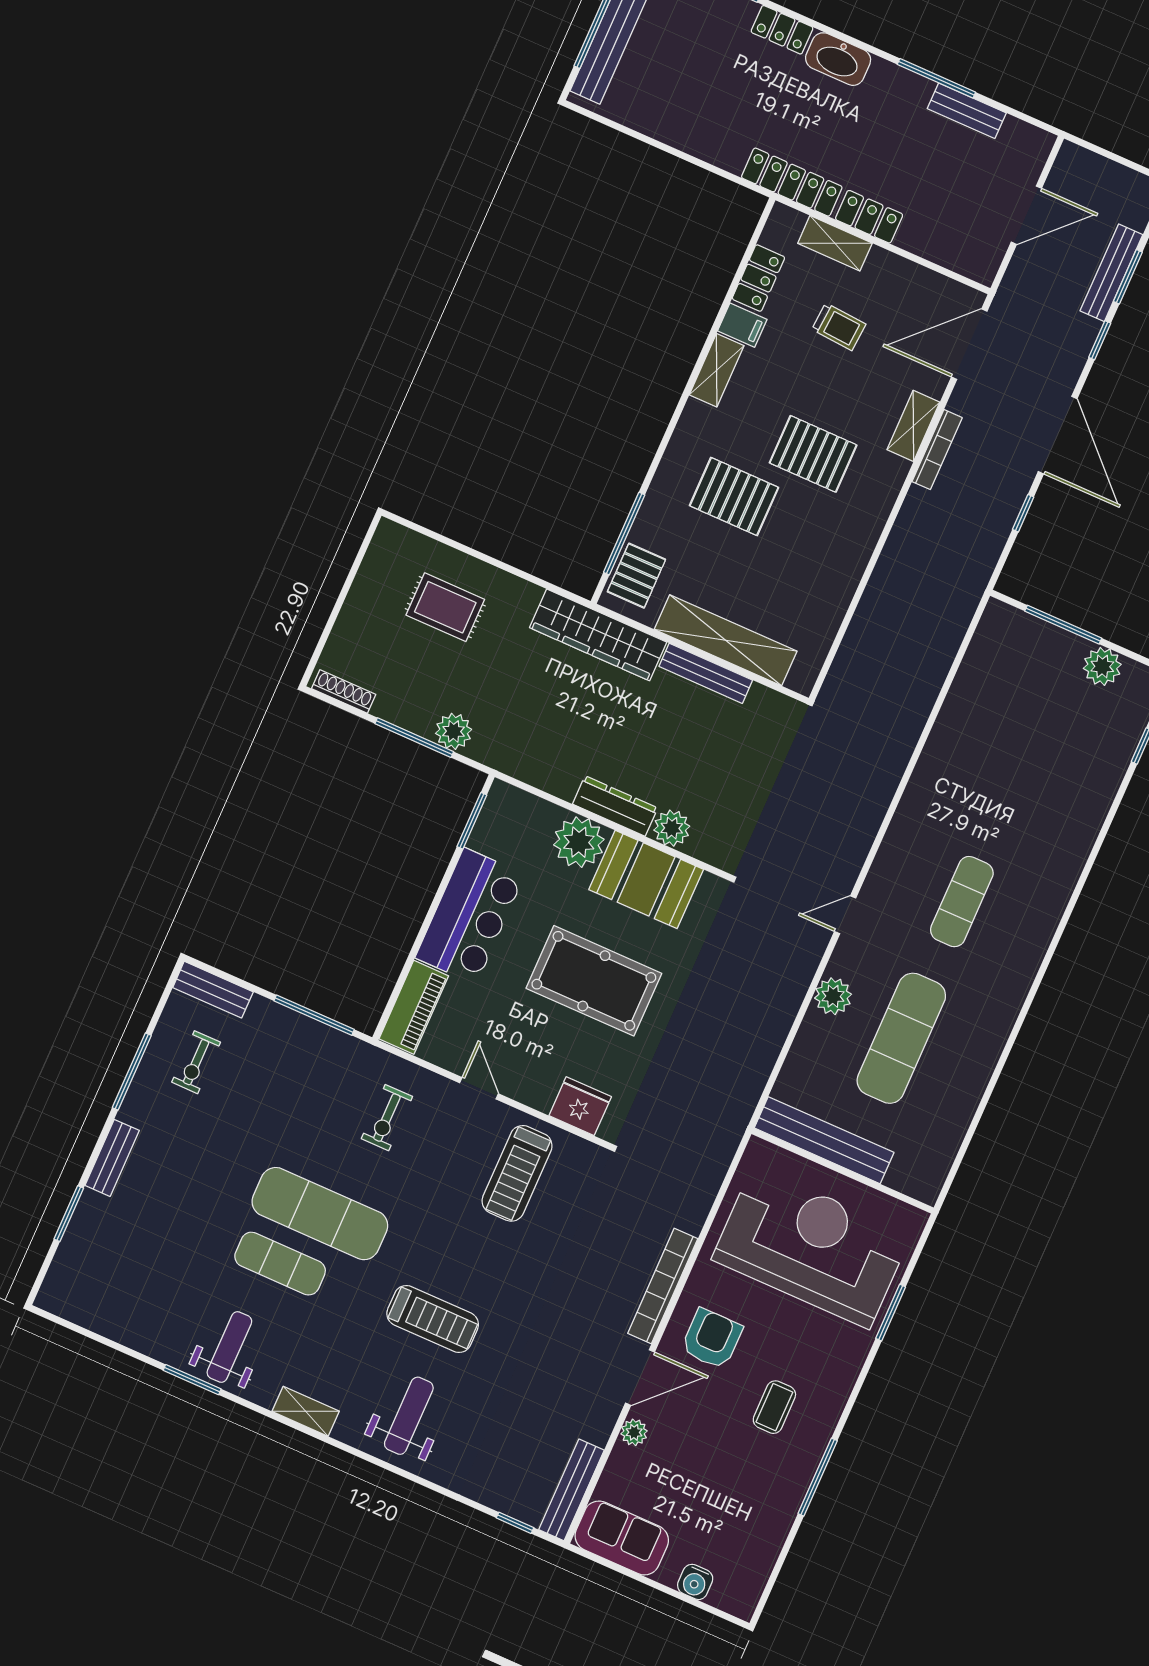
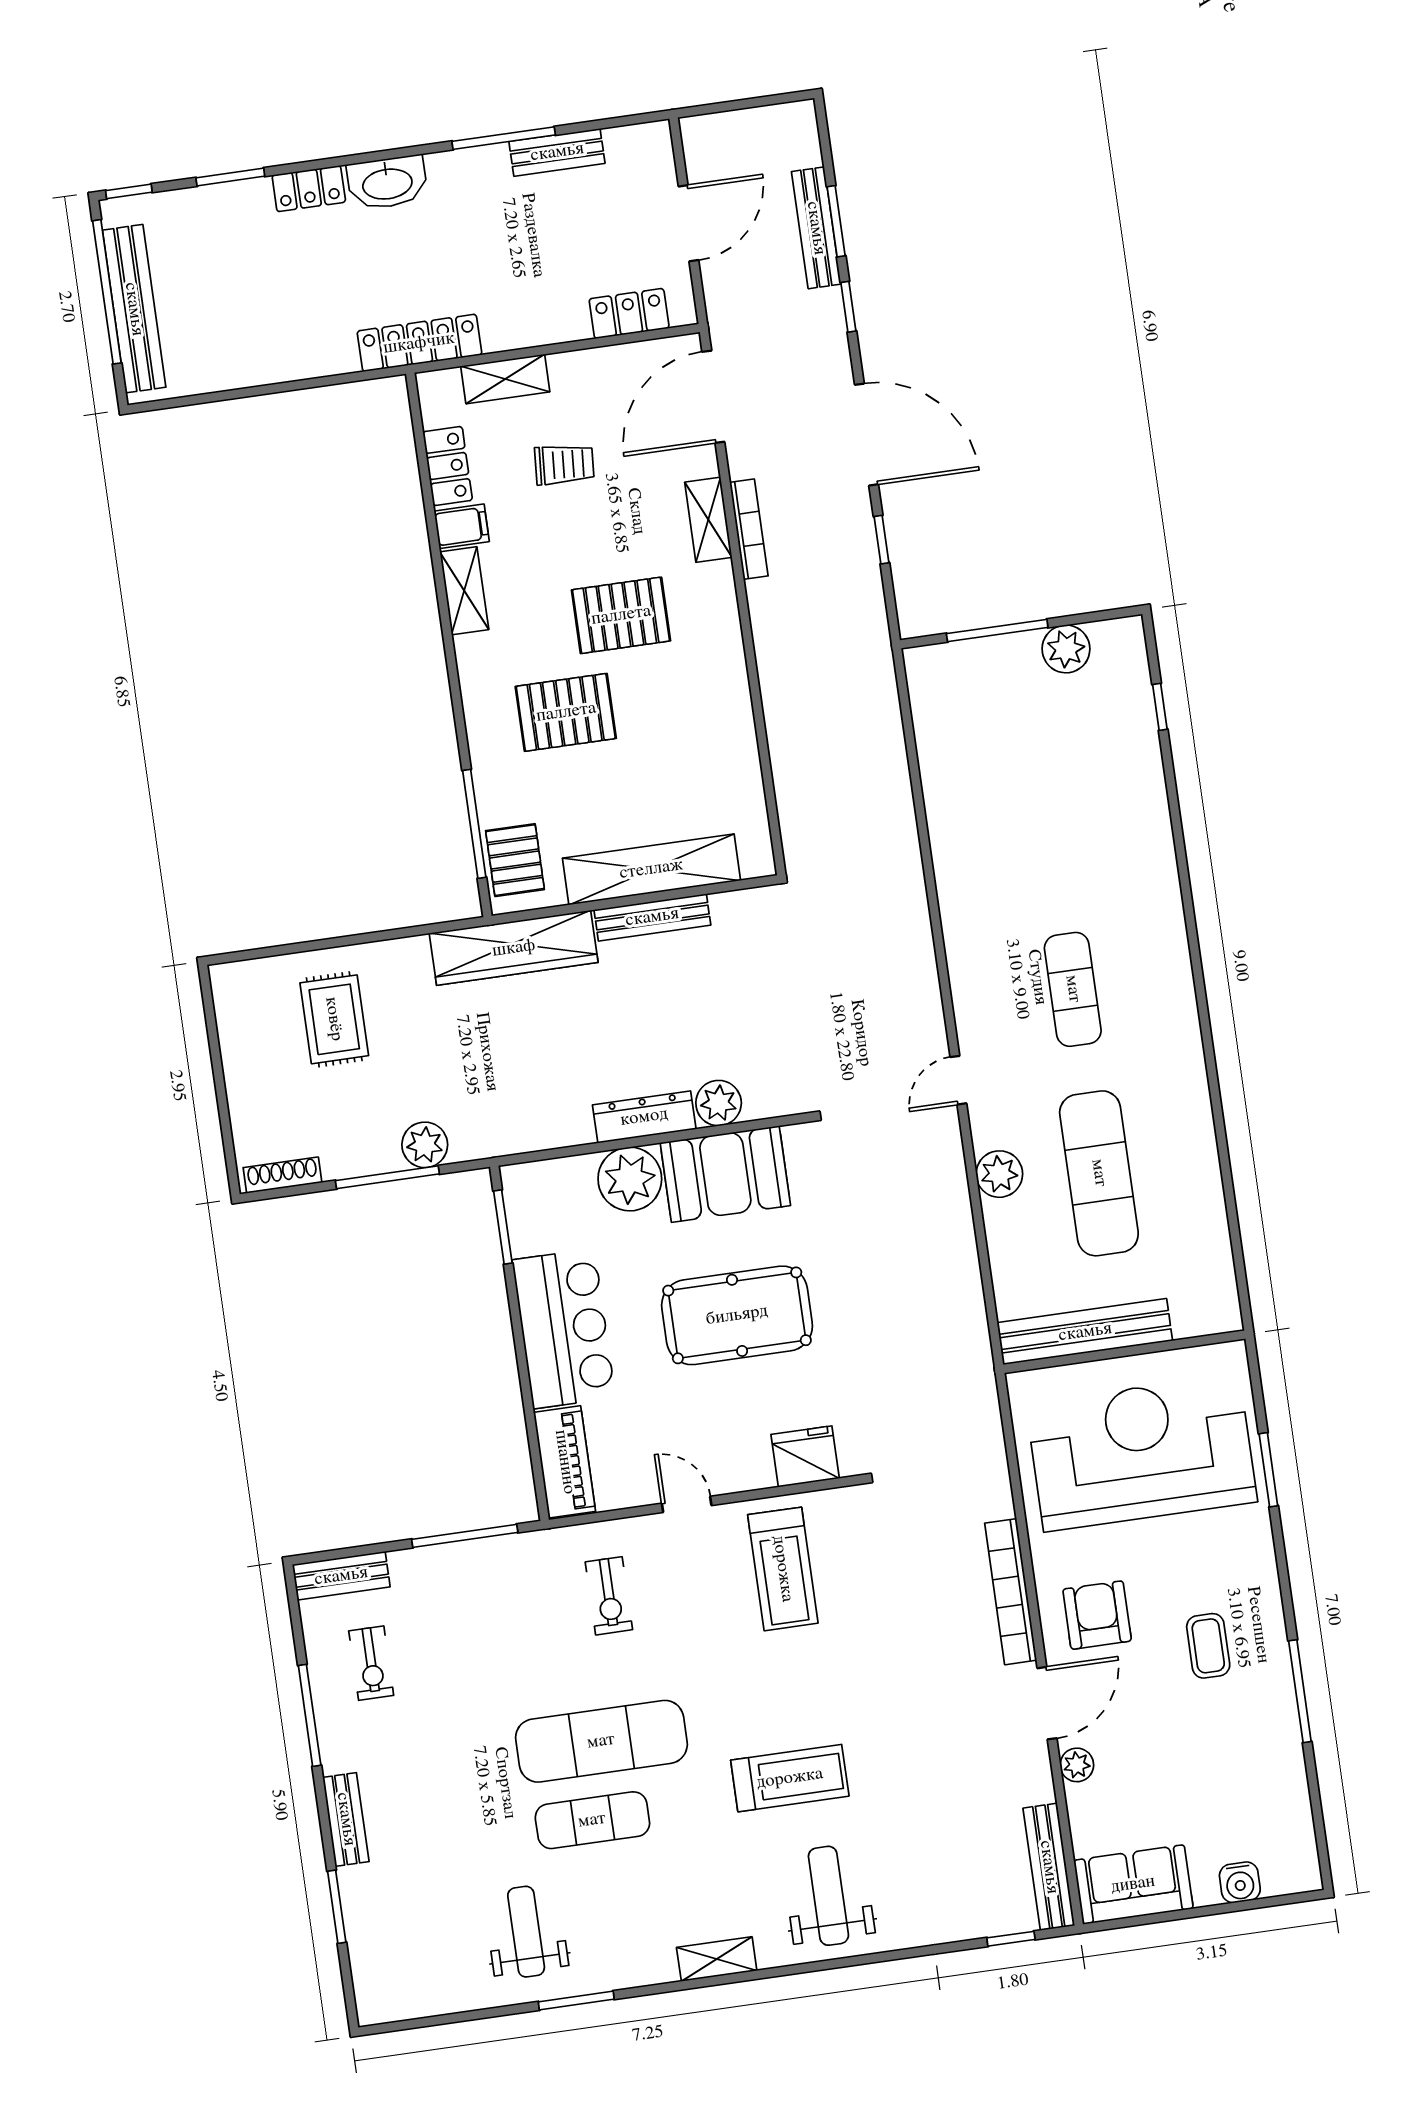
locker: (869, 217) -> (629, 313), moved
rug: (445, 607) -> (334, 1019), turned 90
weight bench: (229, 1347) -> (526, 1932), moved

